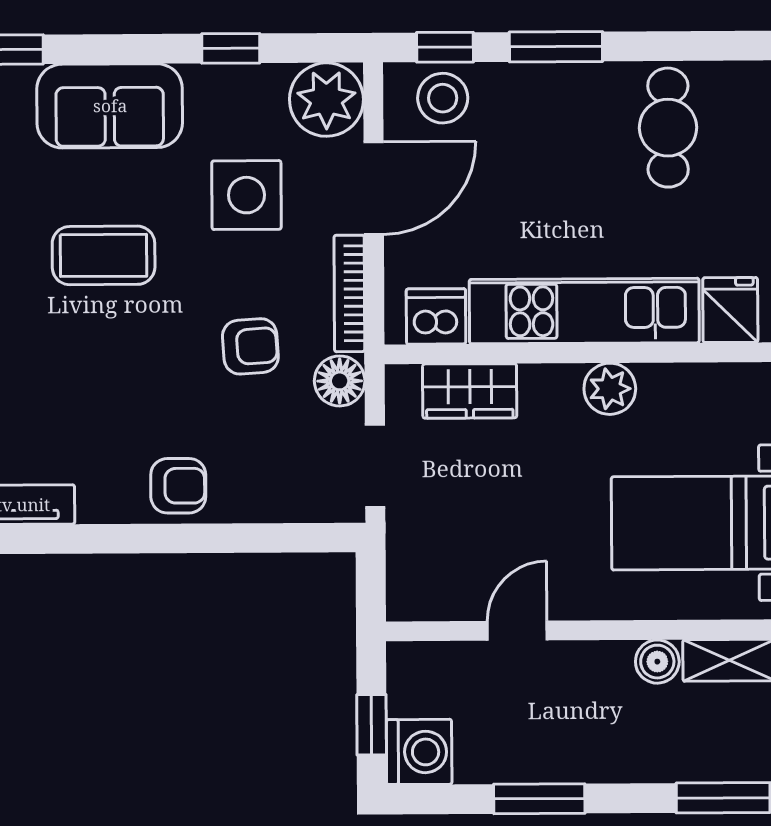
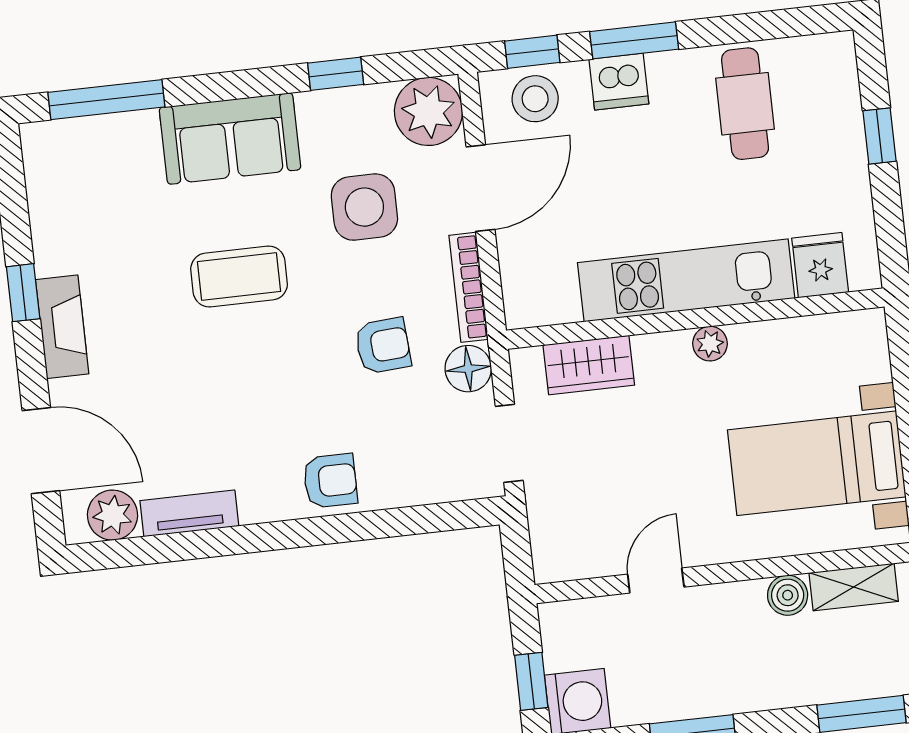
dishwasher: (436, 316) -> (619, 82), moved, turned 180
plant: (610, 389) -> (710, 344), width x0.73, depth x0.73

